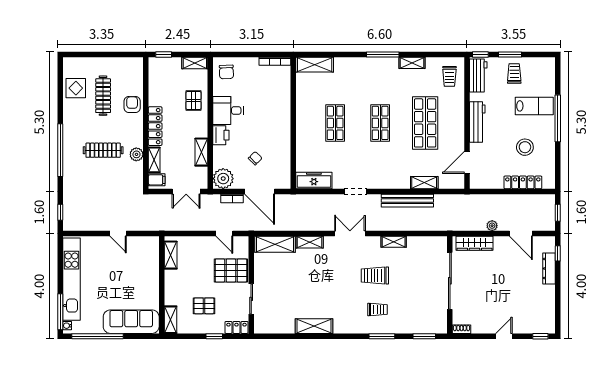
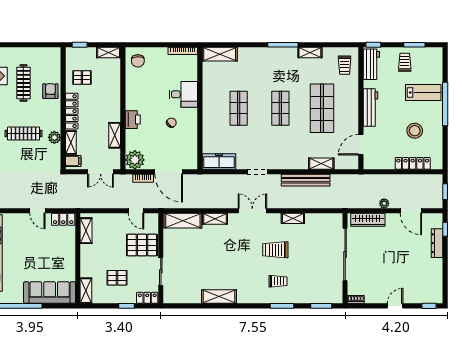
window: (510, 55) -> (414, 45), moved
pallet: (194, 100) -> (82, 78), moved, turned 90
desk: (228, 111) -> (183, 94), moved, turned 180
chair: (255, 158) -> (171, 123), moved
locker: (146, 243) -> (63, 219), added

